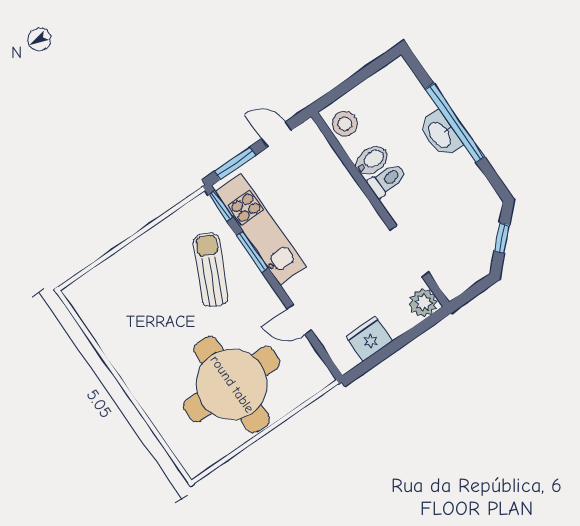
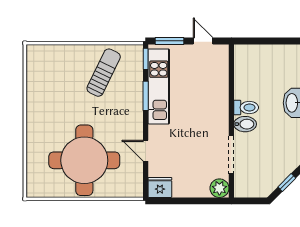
stool: (345, 124) -> (244, 61), removed
bidet: (371, 160) -> (245, 124), moved
sun lounger: (211, 270) -> (104, 73), moved
fridge: (369, 339) -> (160, 187), moved

